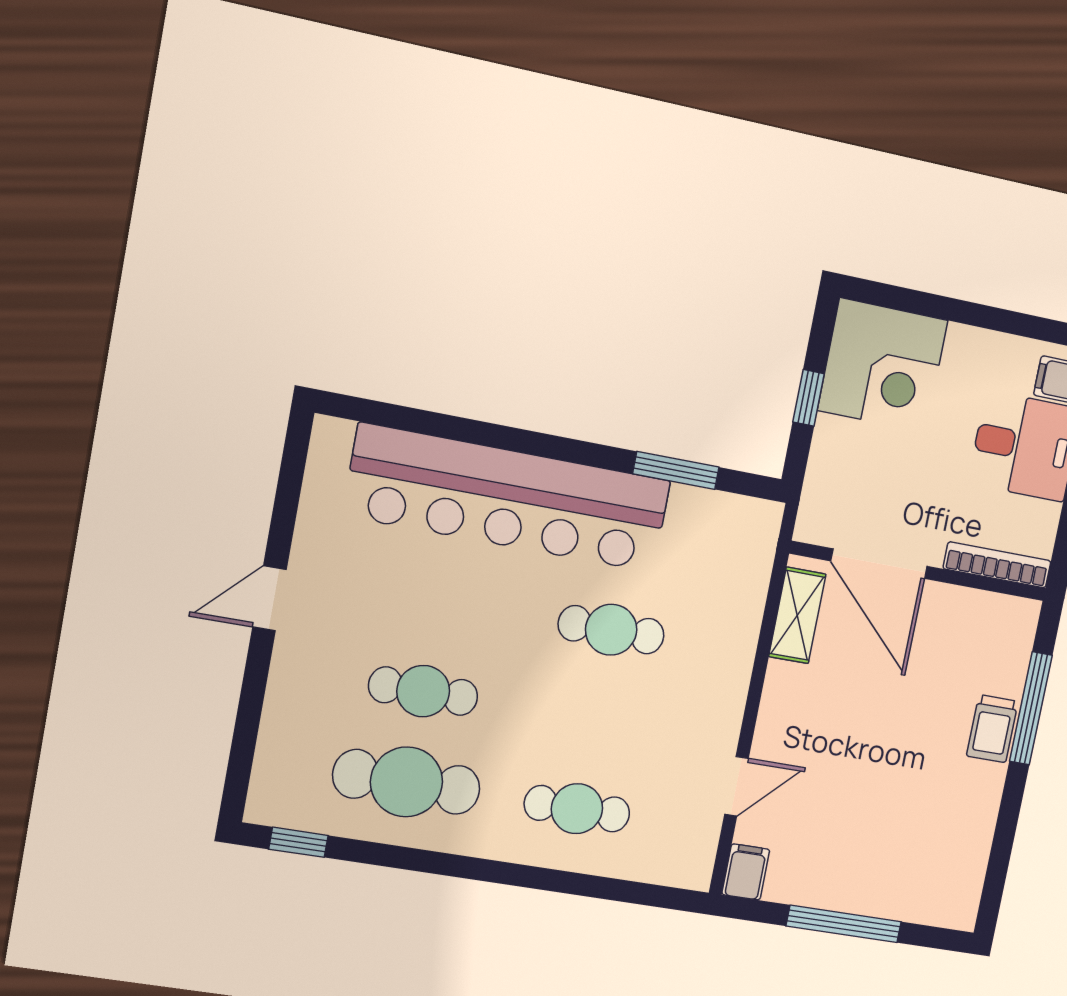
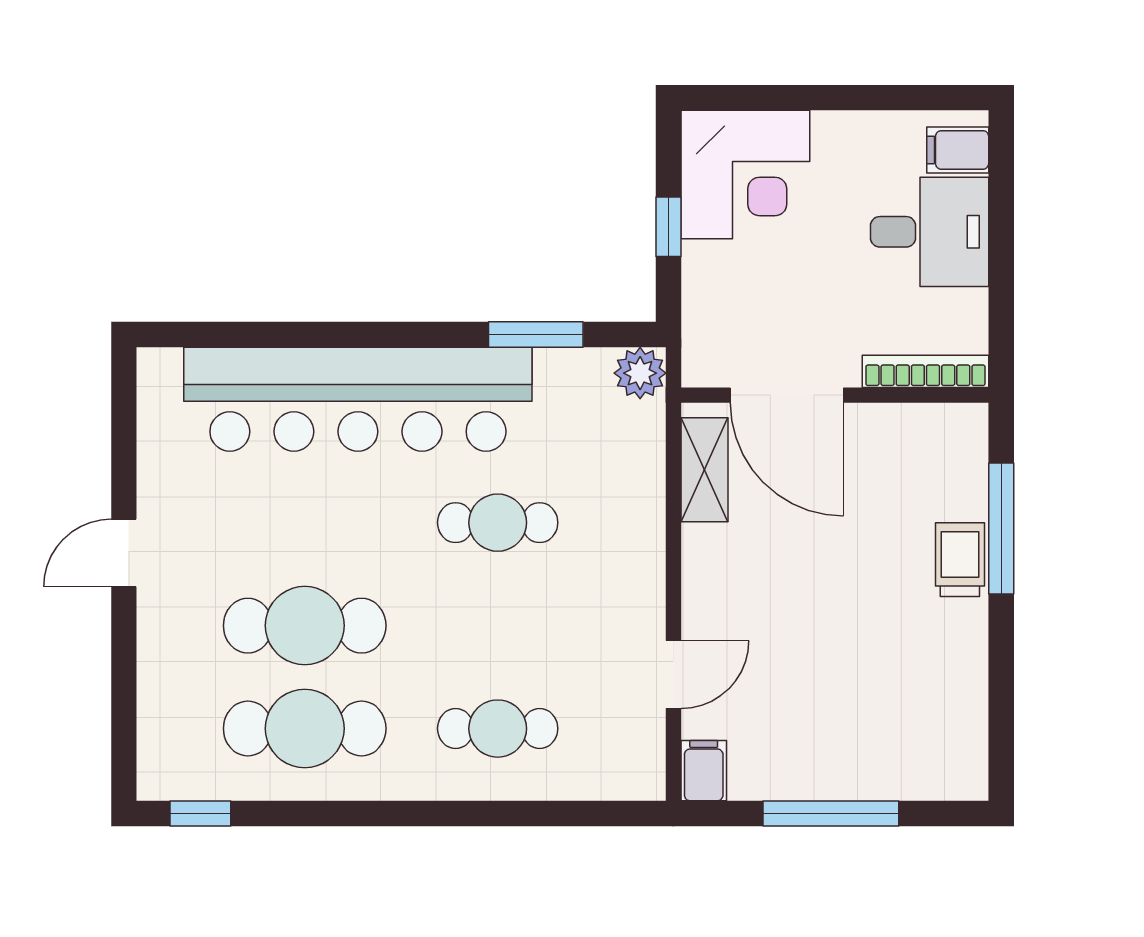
plant: (759, 521) -> (640, 373), added
cafe table: (423, 691) -> (305, 626), width x1.37, depth x1.35
trolley: (992, 729) -> (960, 560), turned 180

